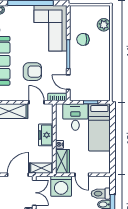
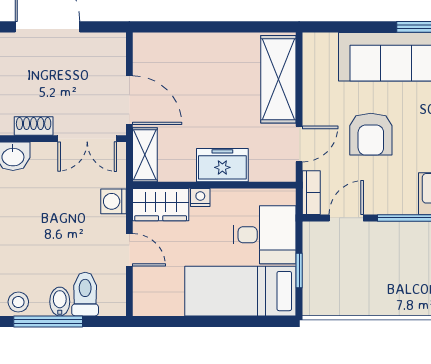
door: (82, 175) -> (129, 250), swing flipped
washing machine: (61, 186) -> (114, 201), width x0.53, depth x0.53

